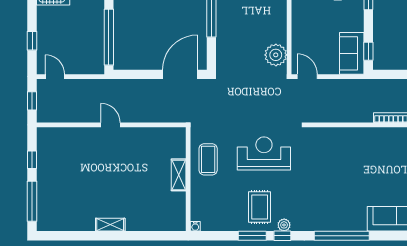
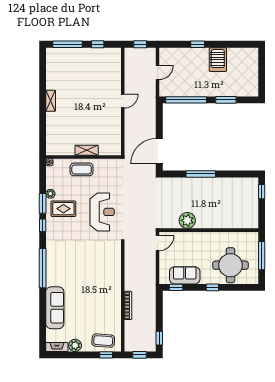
window: (32, 41) -> (198, 44), moved
sofa: (352, 53) -> (185, 275), moved
plant: (276, 55) -> (187, 220), moved
door: (180, 74) -> (159, 151), swing flipped
door: (55, 77) -> (158, 72), moved
coffee table: (208, 159) -> (82, 169), moved
plant: (284, 225) -> (50, 194), moved

